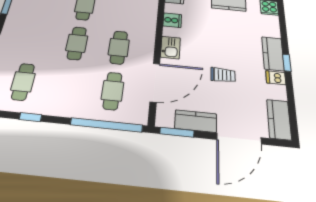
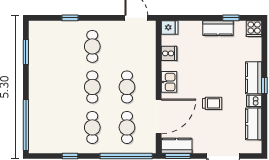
cafe table: (23, 82) -> (92, 127), moved
kitchen counter: (279, 119) -> (254, 124), moved
kitchen counter: (196, 121) -> (177, 146), moved

